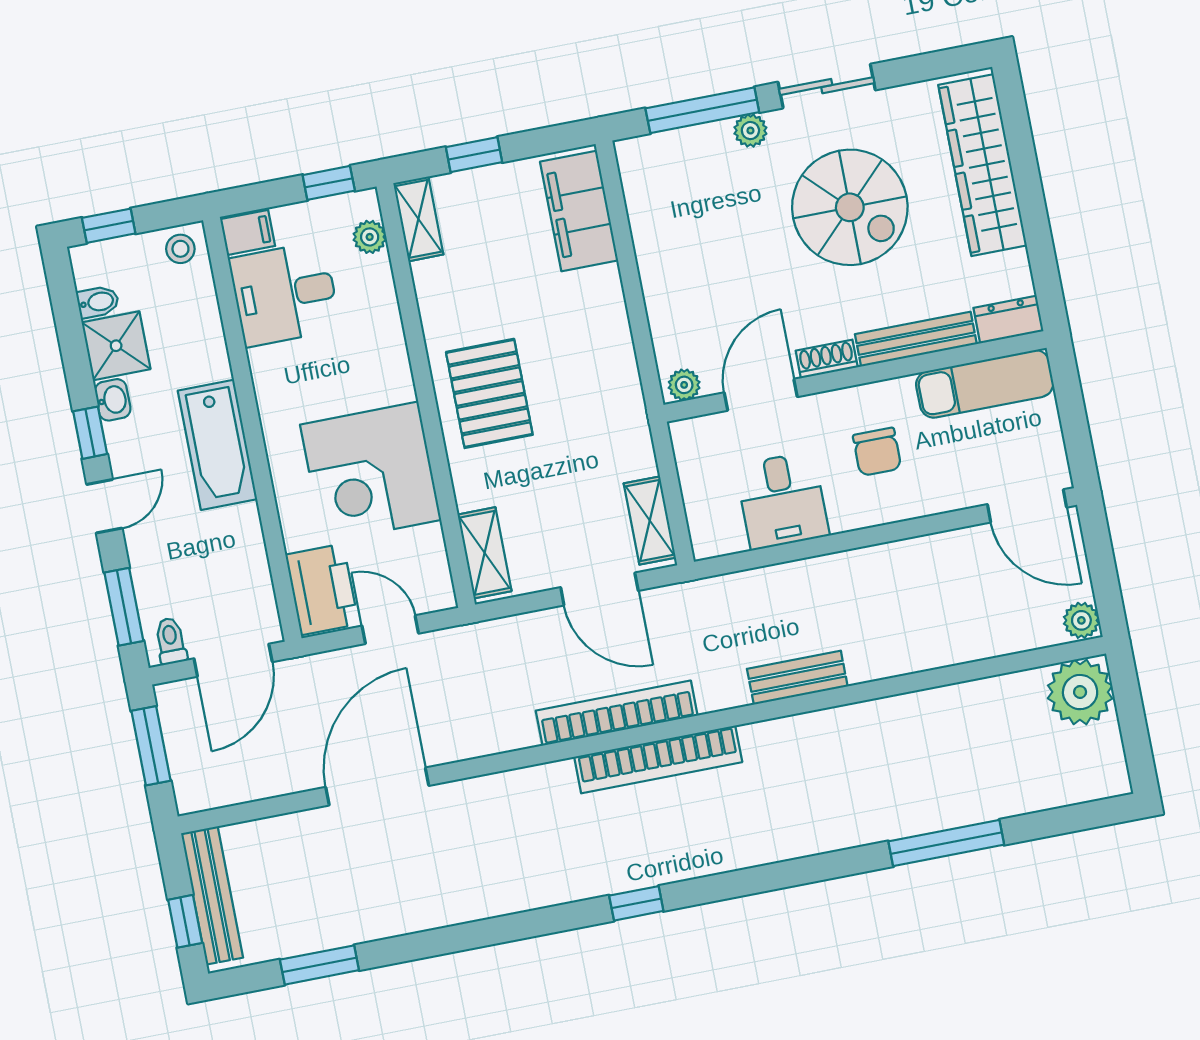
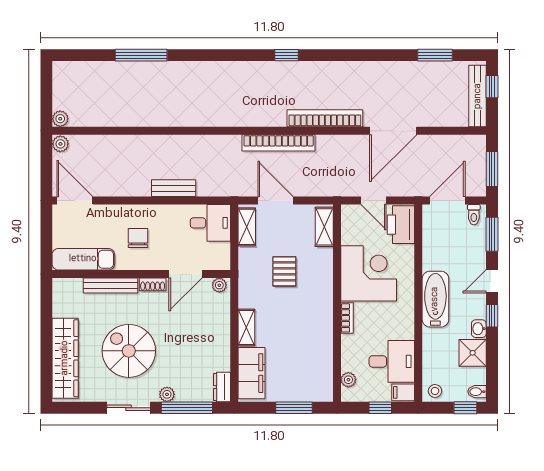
window: (474, 155) -> (294, 408), width x1.50
window: (329, 183) -> (380, 408), moved
shelving: (418, 219) -> (246, 327), moved
bidet: (98, 302) -> (477, 392), moved
dresser: (1008, 320) -> (222, 387), moved, turned 90
bookcase: (398, 368) -> (347, 318), added
pallet: (489, 393) -> (284, 271), moved, width x0.67, depth x0.71
desk: (782, 501) -> (210, 223), moved, turned 90
bench: (797, 678) -> (174, 188), moved
plant: (1080, 692) -> (60, 119), width x0.53, depth x0.53
bookcase: (658, 759) -> (325, 118), moved

